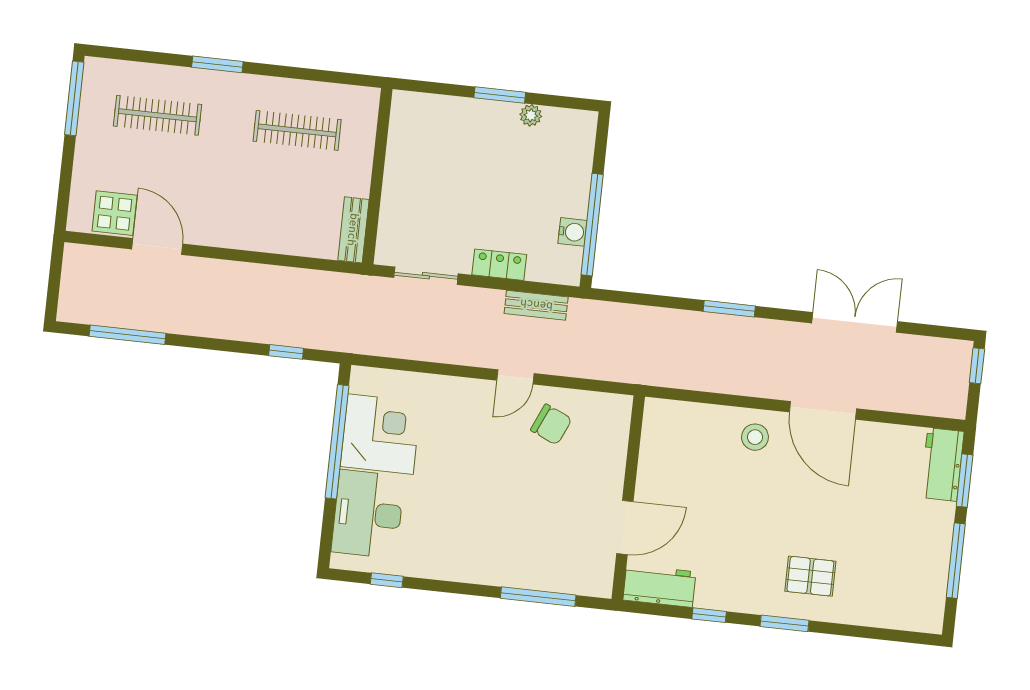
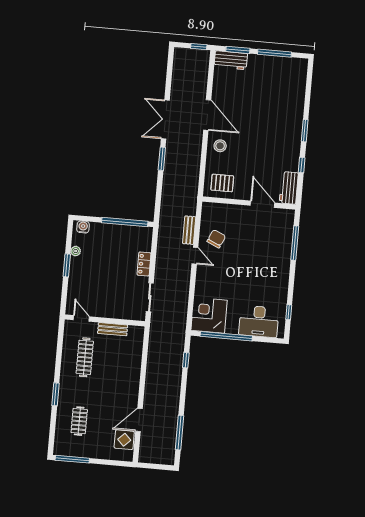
clothes rail: (157, 115) -> (79, 421), width x0.73
door: (383, 125) -> (81, 318), added
bench: (353, 230) -> (113, 329), moved
water cooler: (572, 232) -> (83, 227), moved
bench: (536, 305) -> (189, 230), moved
double door: (855, 322) -> (165, 119), moved
window: (977, 366) -> (199, 47), moved
door: (823, 410) -> (207, 115), hinge flipped
corner desk: (380, 434) -> (209, 315), moved
pallet: (810, 576) -> (222, 183), moved, turned 90

